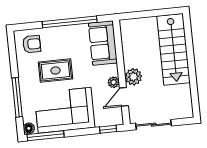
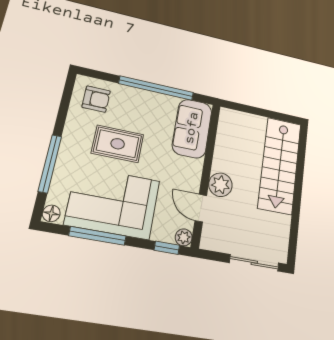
plant: (114, 82) -> (184, 237), moved
door: (124, 97) -> (201, 208), hinge flipped
sliding door: (154, 125) -> (254, 263), moved
window: (46, 136) -> (98, 236), moved

